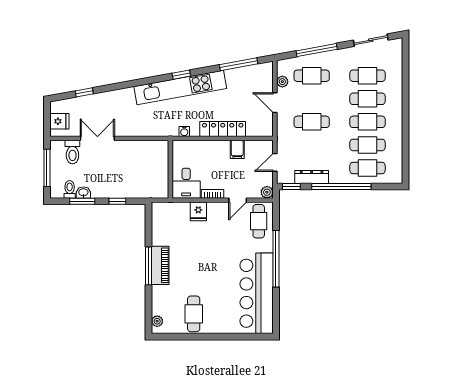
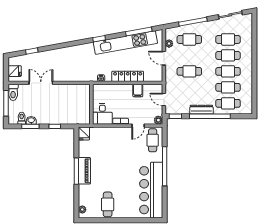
kitchen unit: (180, 87) -> (125, 43), moved
toilet: (72, 152) -> (13, 92), moved
door: (275, 162) -> (164, 99), hinge flipped
dresser: (312, 177) -> (201, 110), moved
fridge: (198, 211) -> (84, 133), moved

